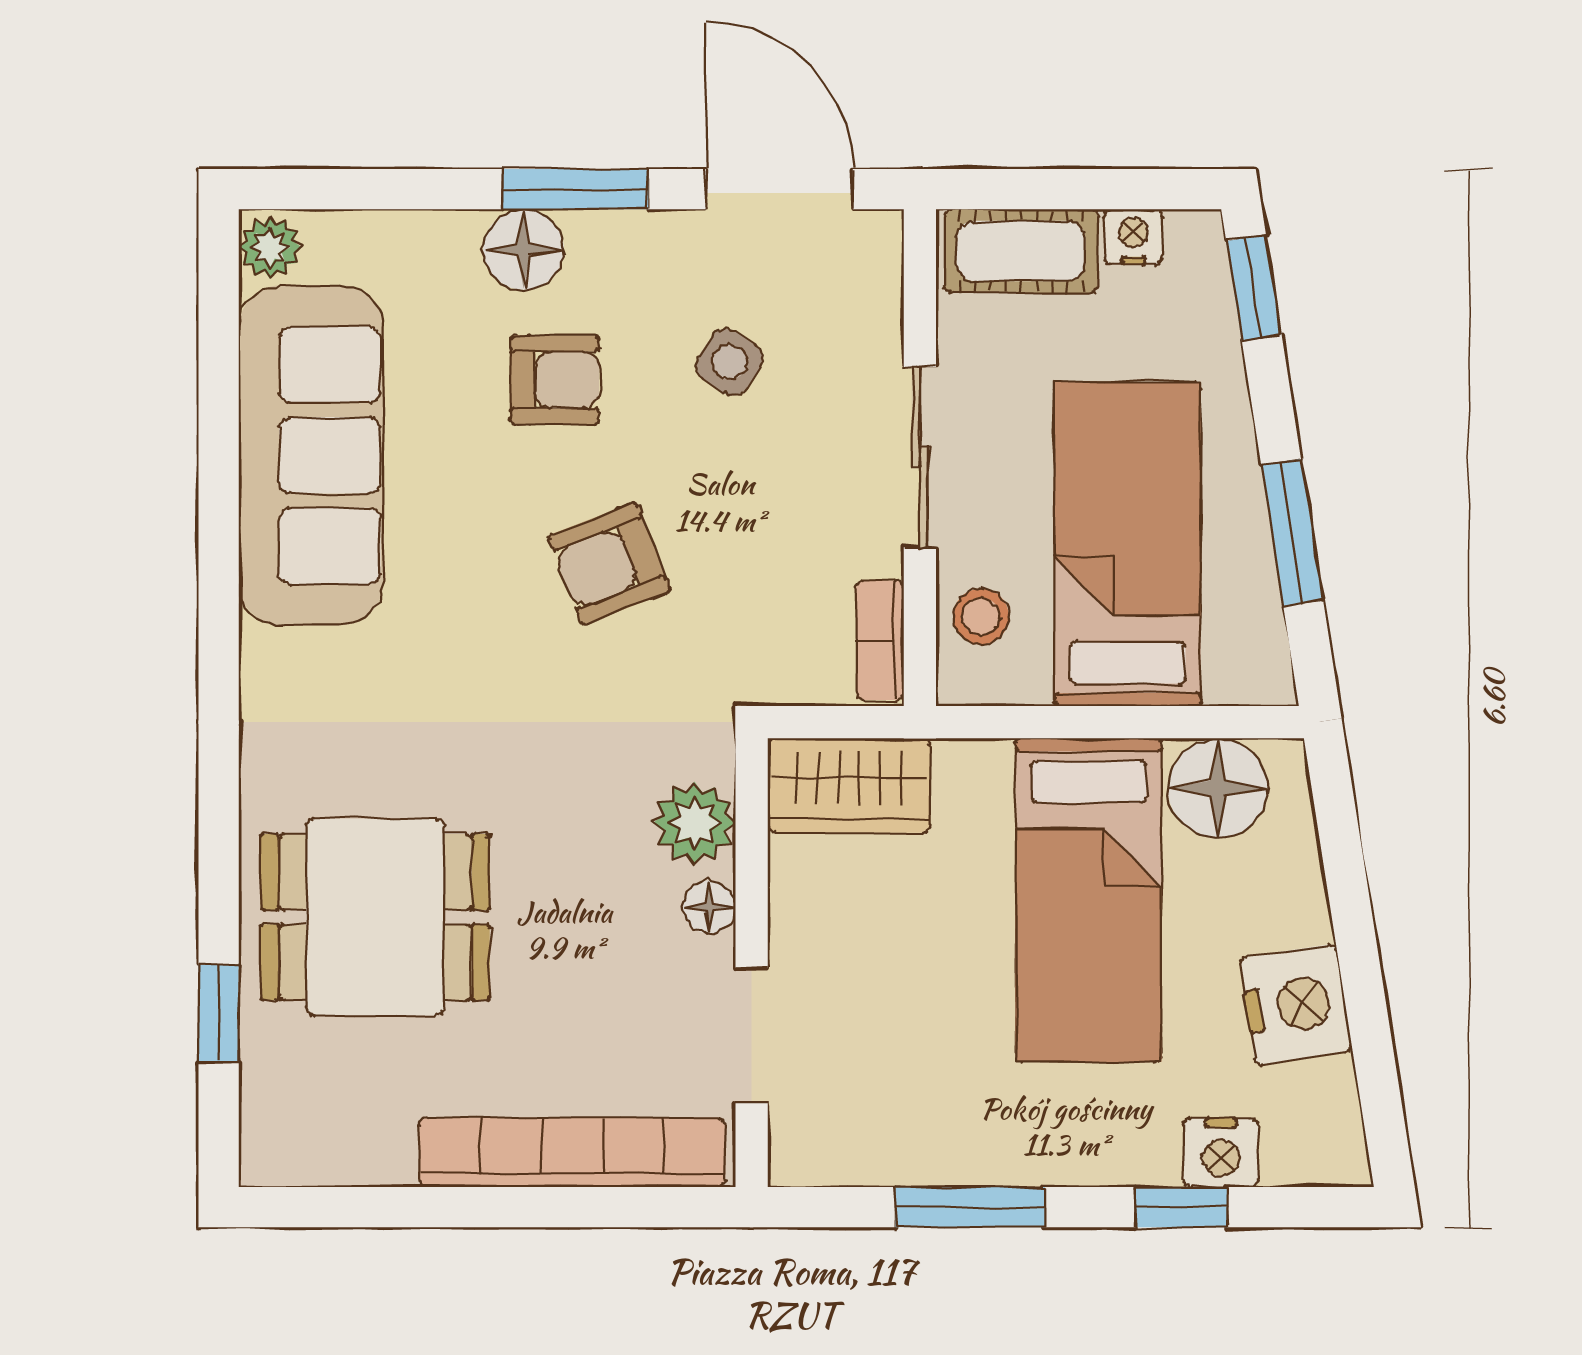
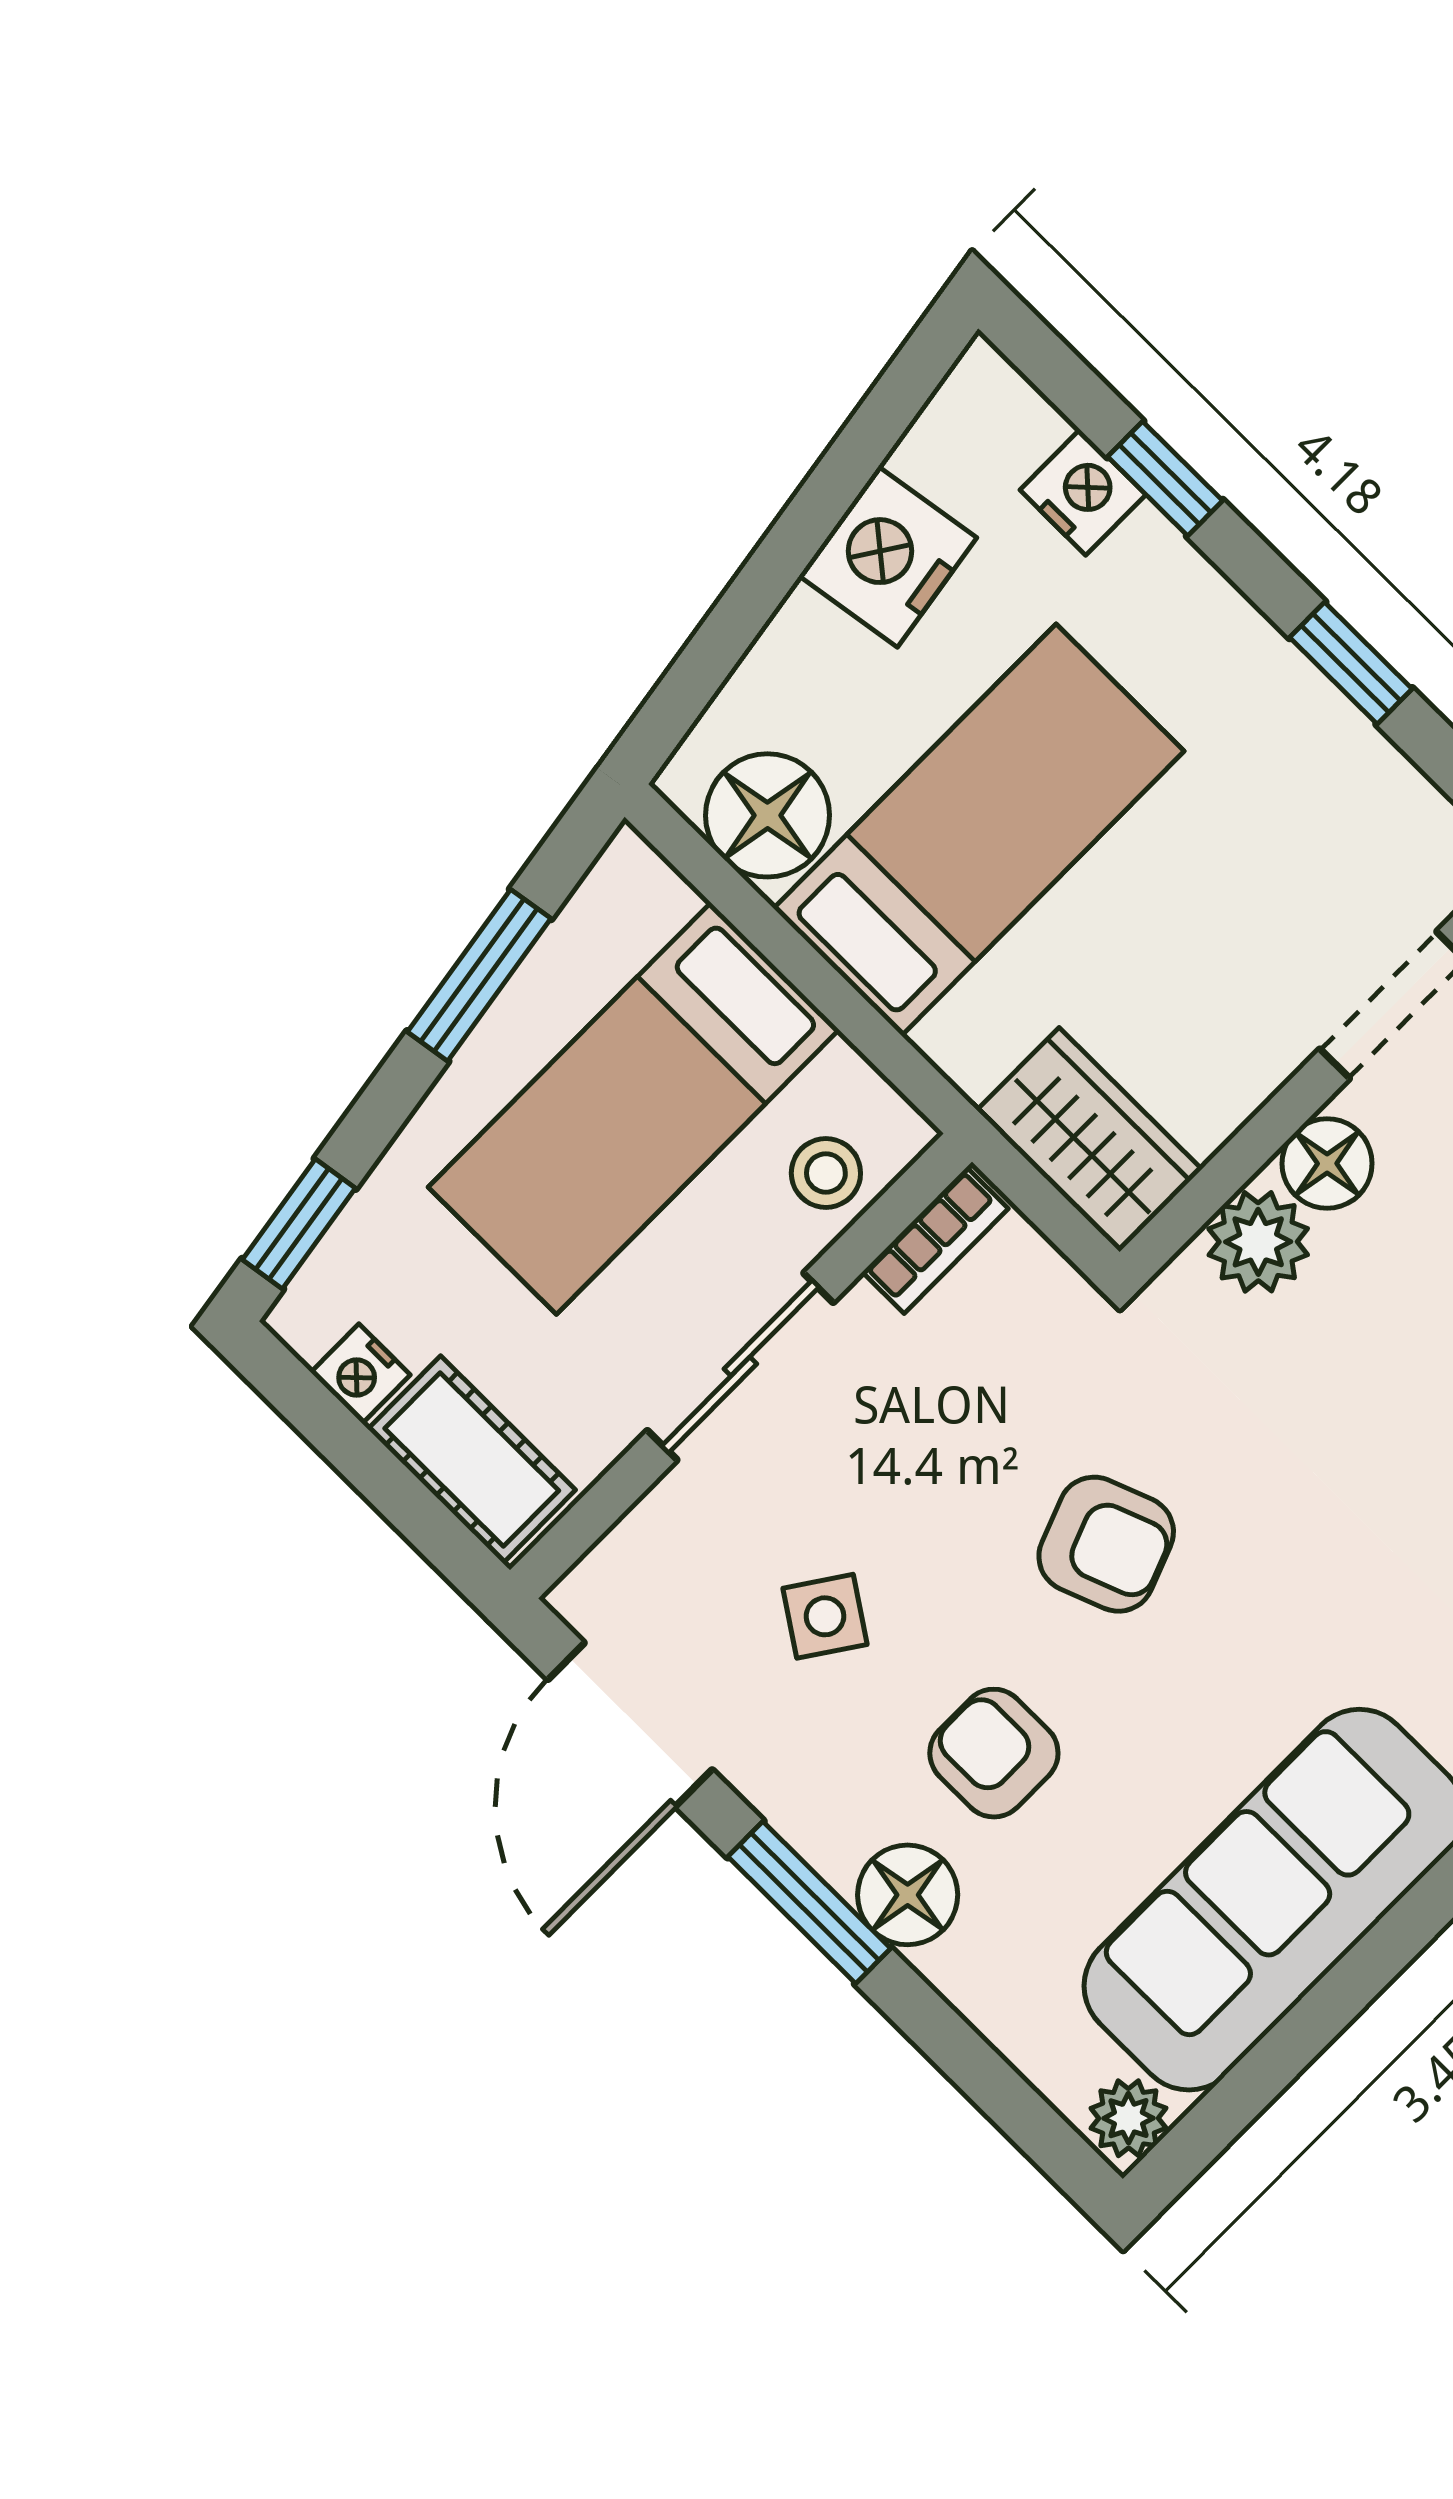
floor lamp: (709, 907) -> (1327, 1164), width x1.37, depth x1.37
window: (970, 1207) -> (1351, 663), width x0.67

